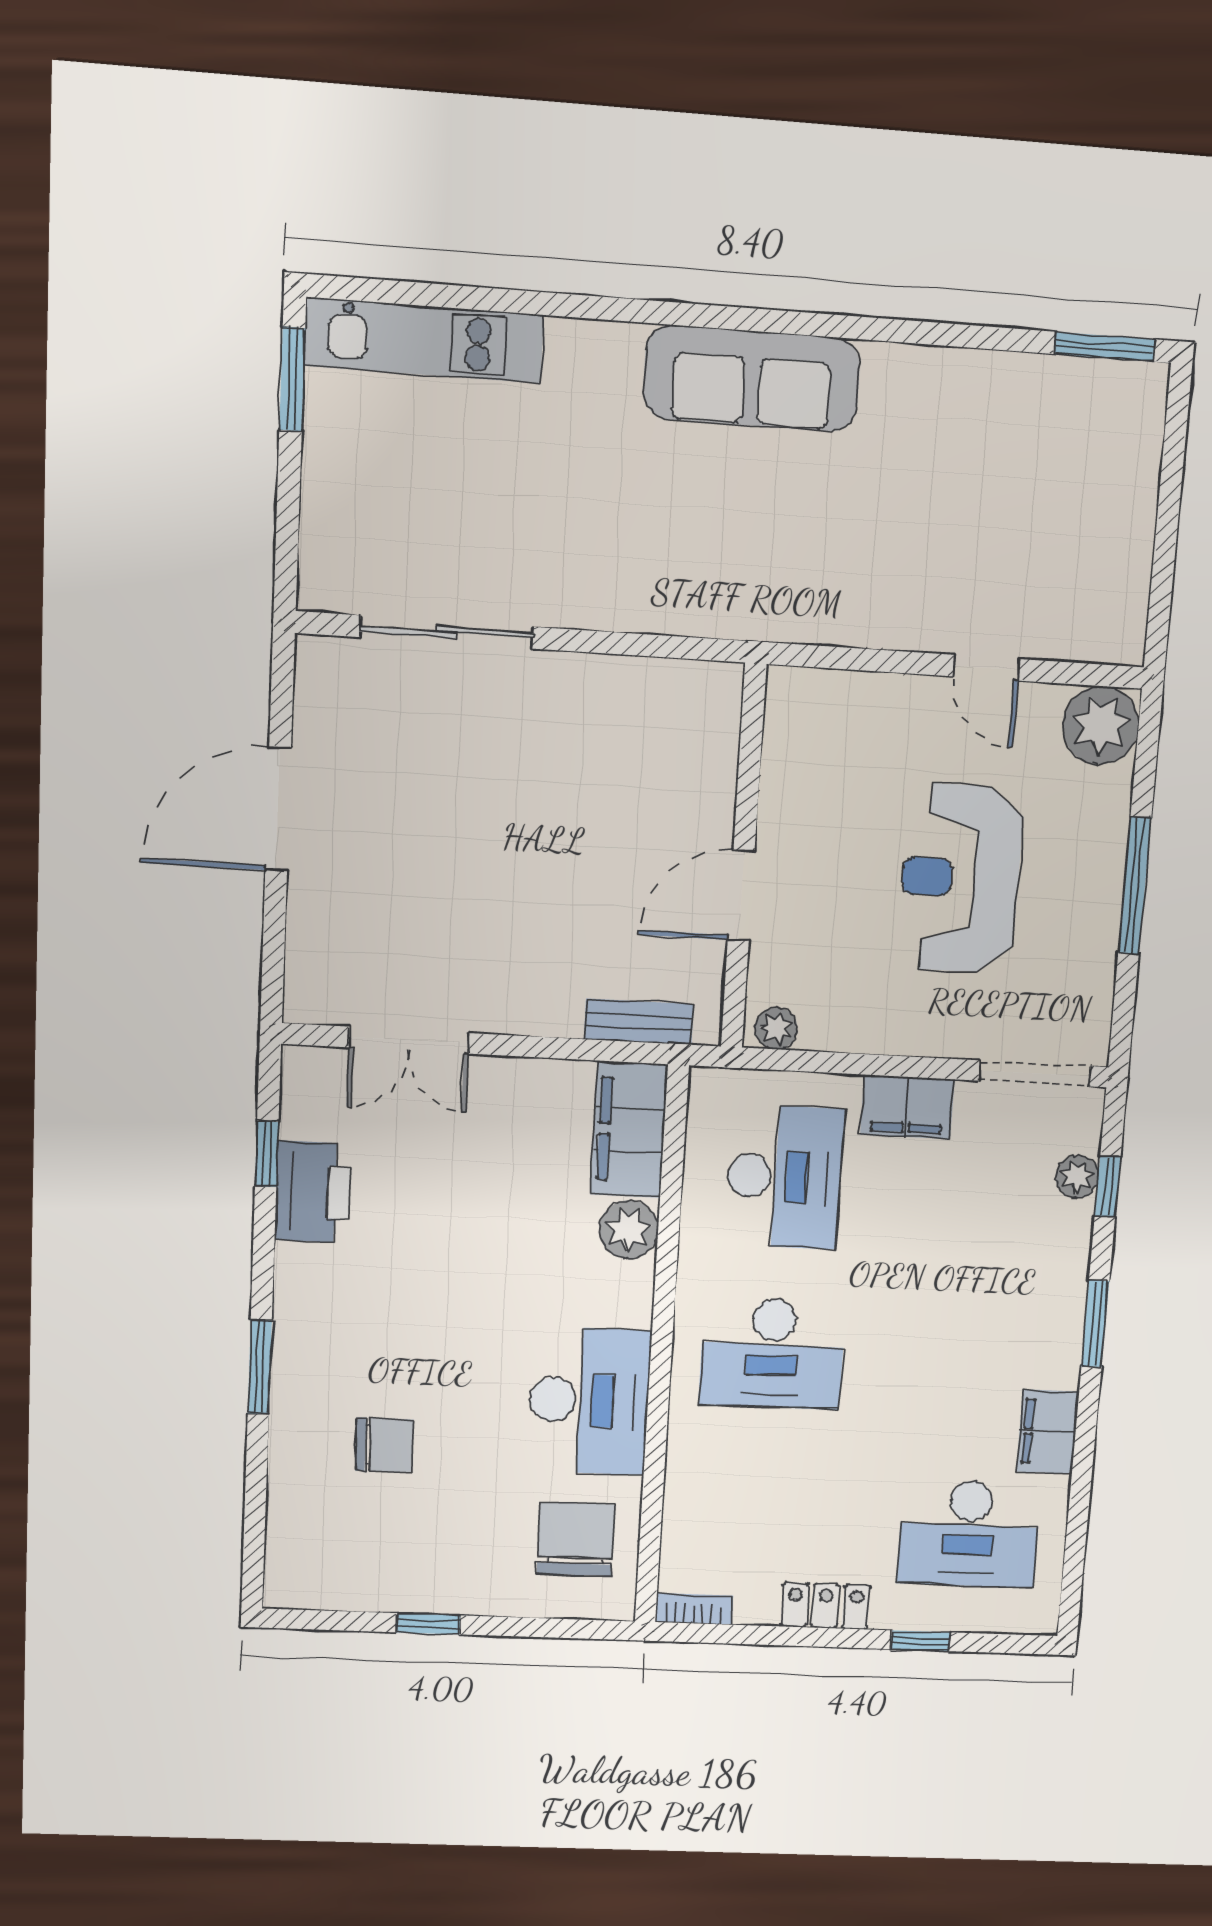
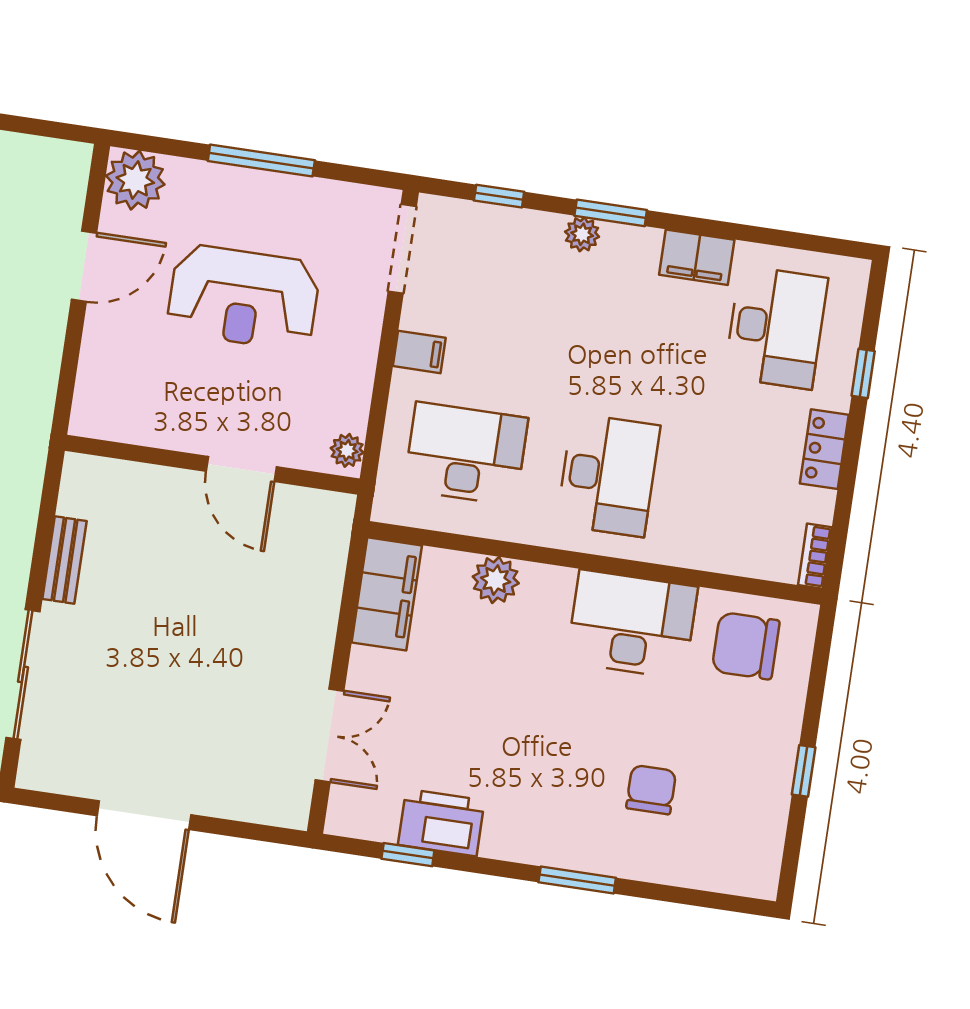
door: (986, 668) -> (84, 266), width x1.38
bench: (639, 1022) -> (65, 560), moved
filing cabinet: (907, 1107) -> (419, 352), width x0.50
filing cabinet: (629, 1130) -> (387, 594), moved, turned -90
plant: (1077, 1177) -> (582, 234), moved

